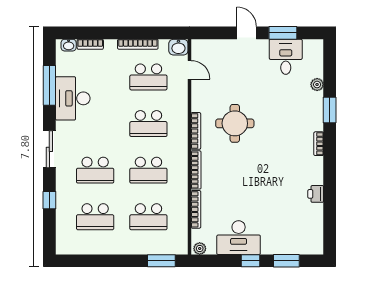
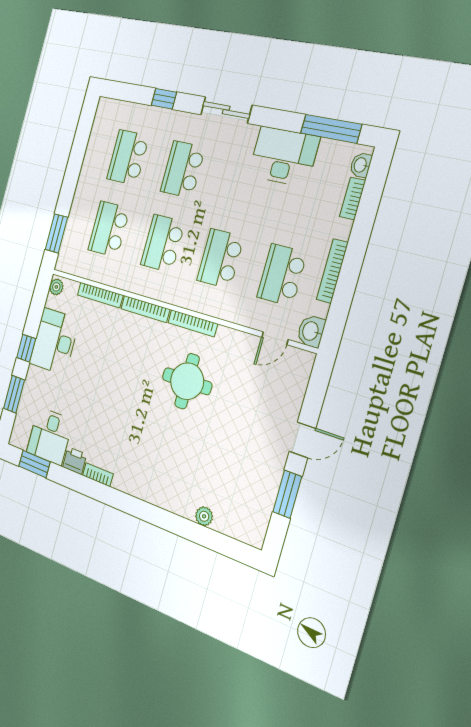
desk: (286, 57) -> (50, 436), moved, turned 90
window: (49, 85) -> (331, 129), moved
window: (330, 110) -> (34, 464), moved
bookcase: (319, 144) -> (98, 475), moved

